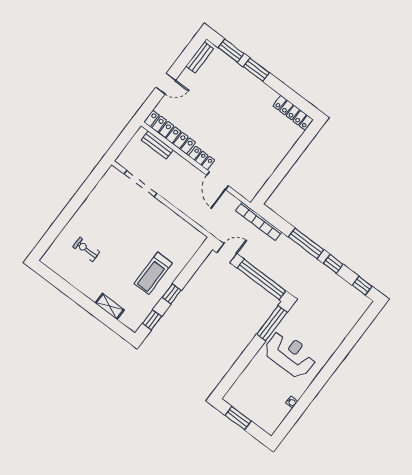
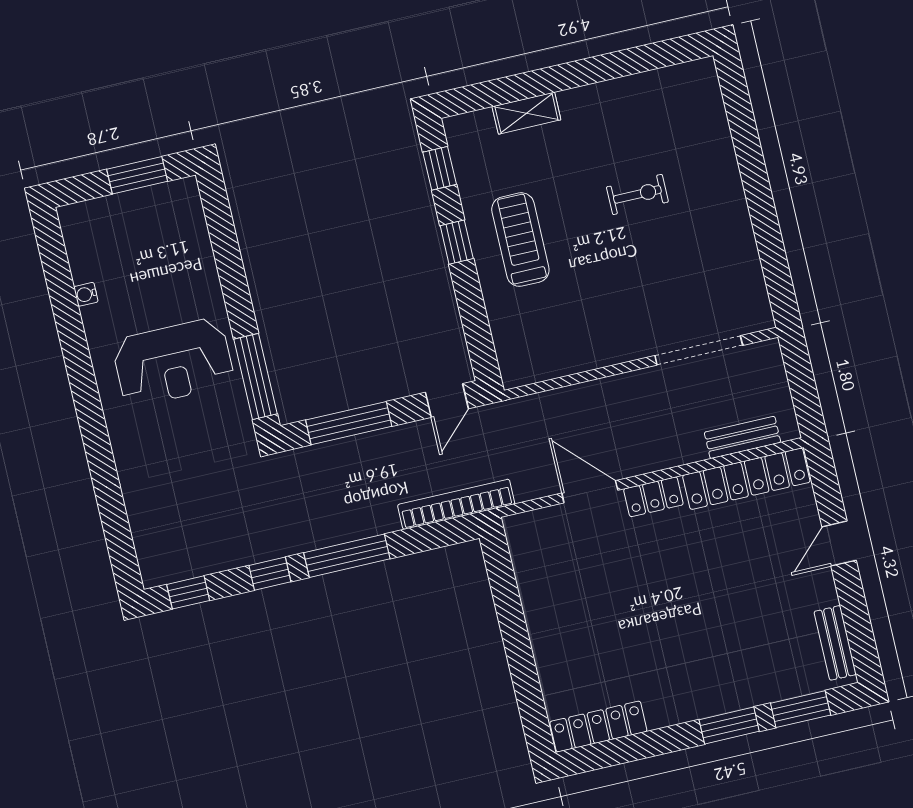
exercise bike: (86, 249) -> (637, 194), moved
window: (262, 279) -> (349, 423), width x0.68

